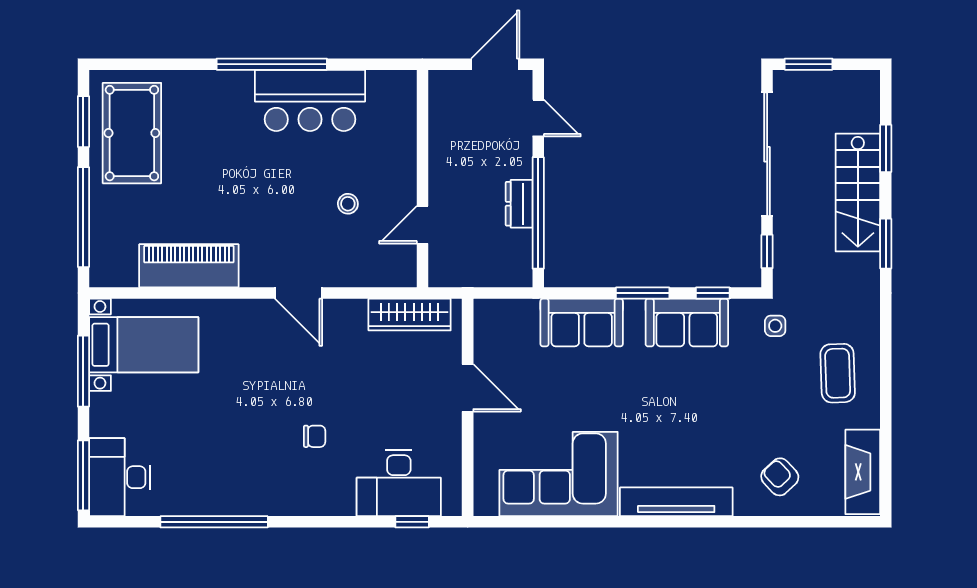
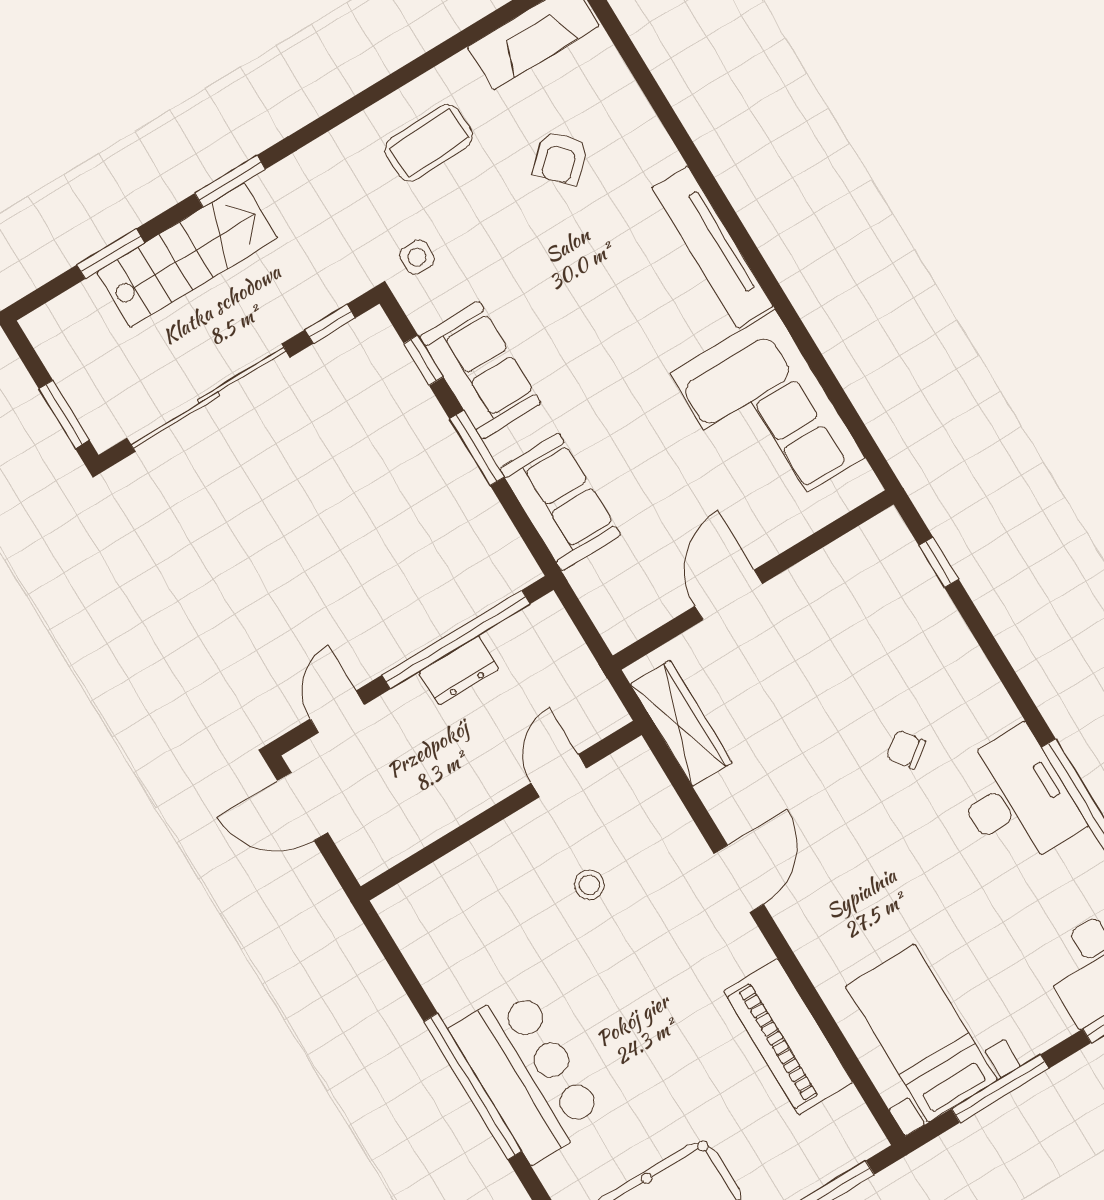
bar counter: (310, 100) -> (527, 1074), moved
door: (422, 225) -> (559, 776), swing flipped
chair: (315, 436) -> (906, 750), turned -36
armchair: (780, 477) -> (561, 158), moved
desk: (399, 483) -> (1016, 798), moved

